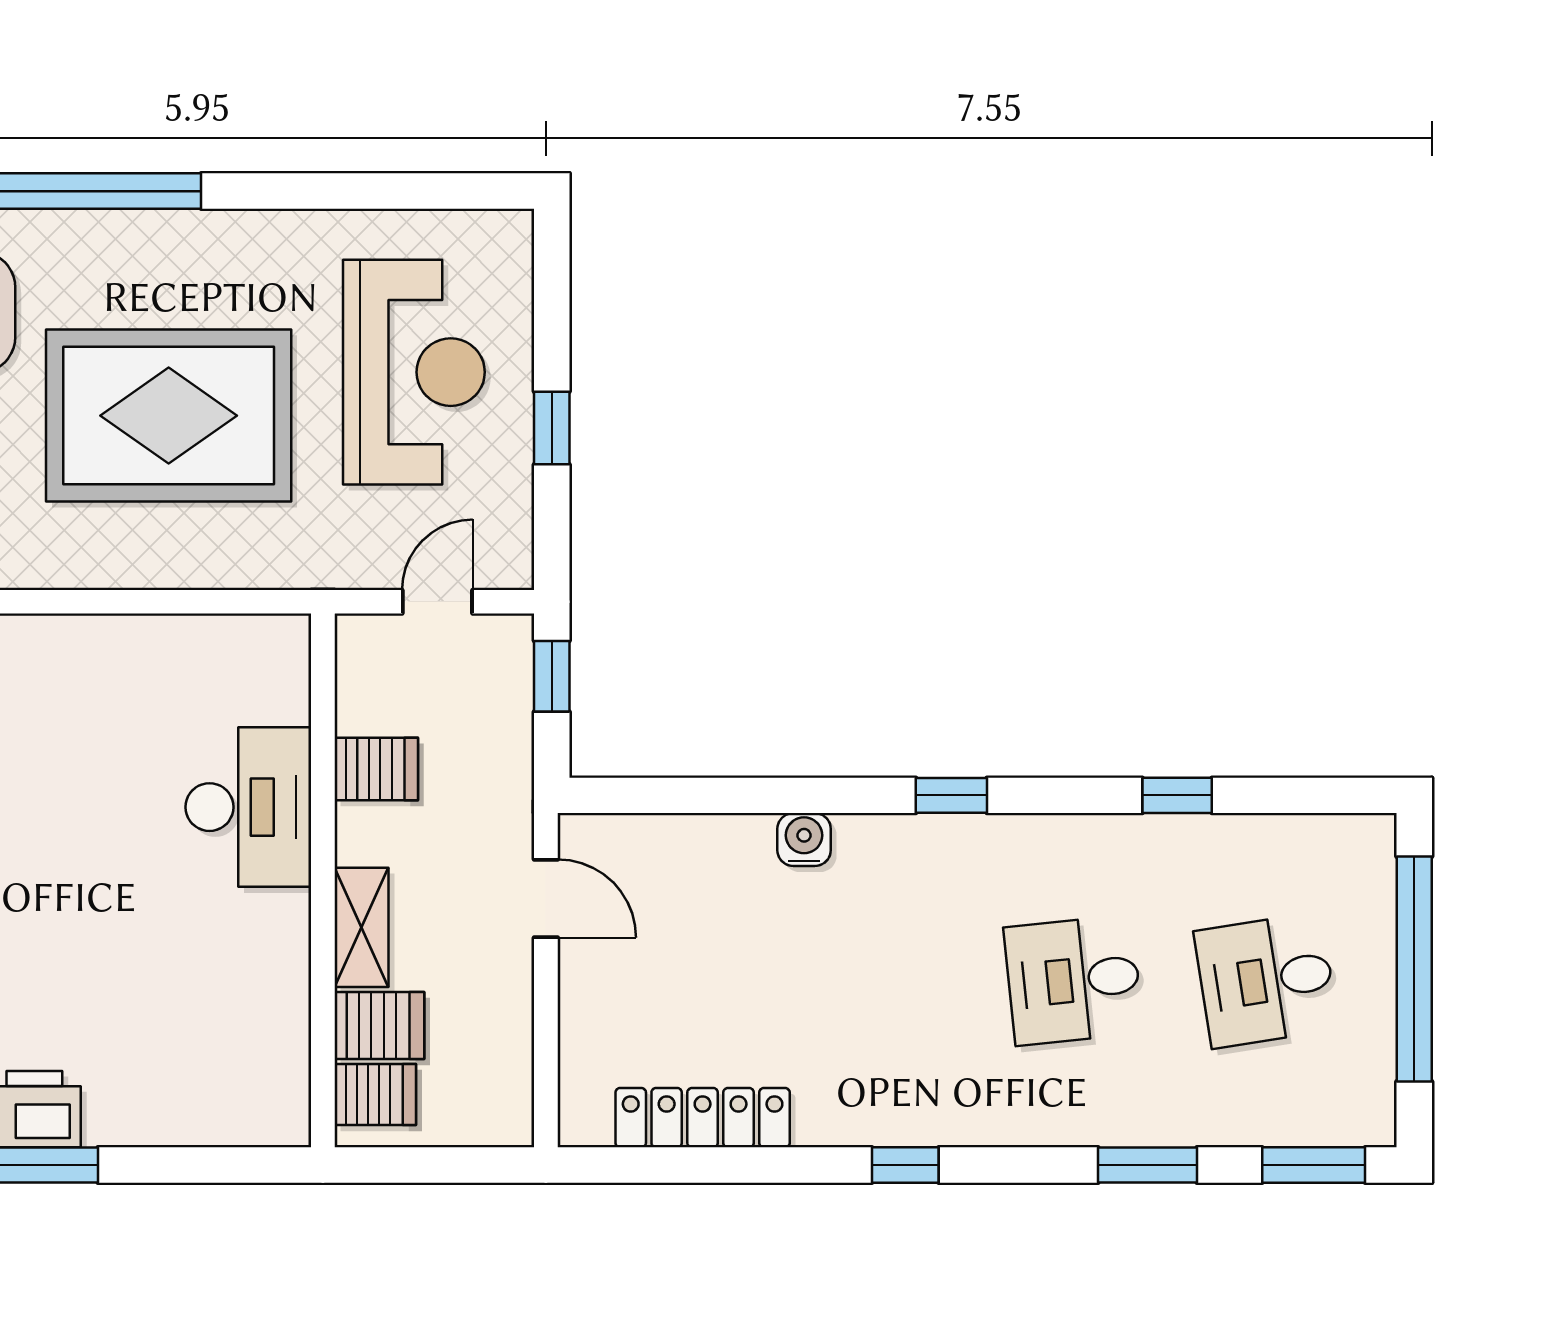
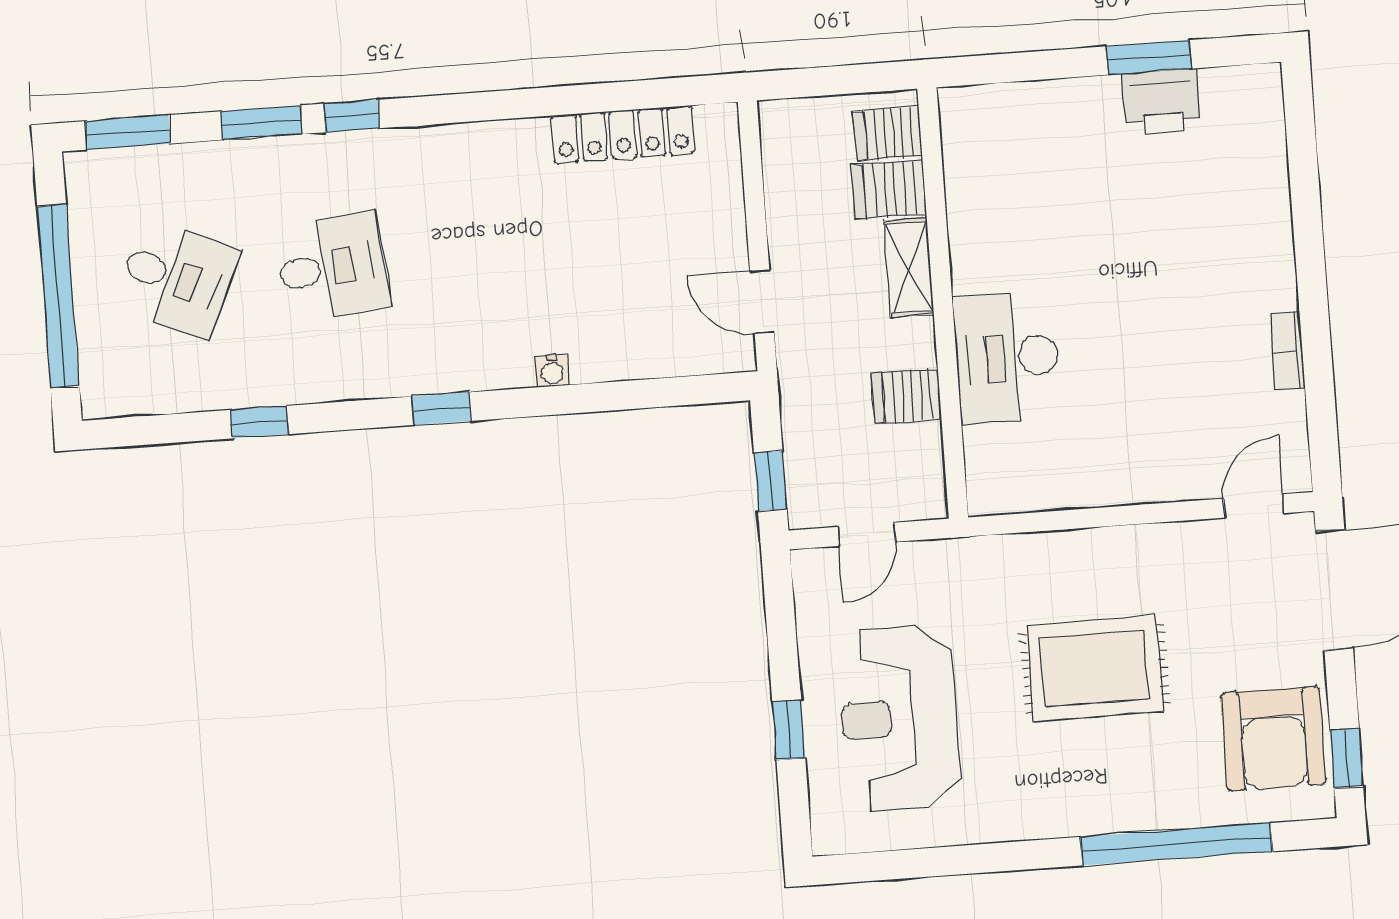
rug: (169, 416) -> (1094, 668), width x0.73, depth x0.69
window: (552, 428) -> (789, 730), moved
water cooler: (804, 840) -> (552, 371), width x0.72, depth x0.72
desk: (1266, 980) -> (177, 278), turned 33
window: (905, 1165) -> (352, 116), moved

